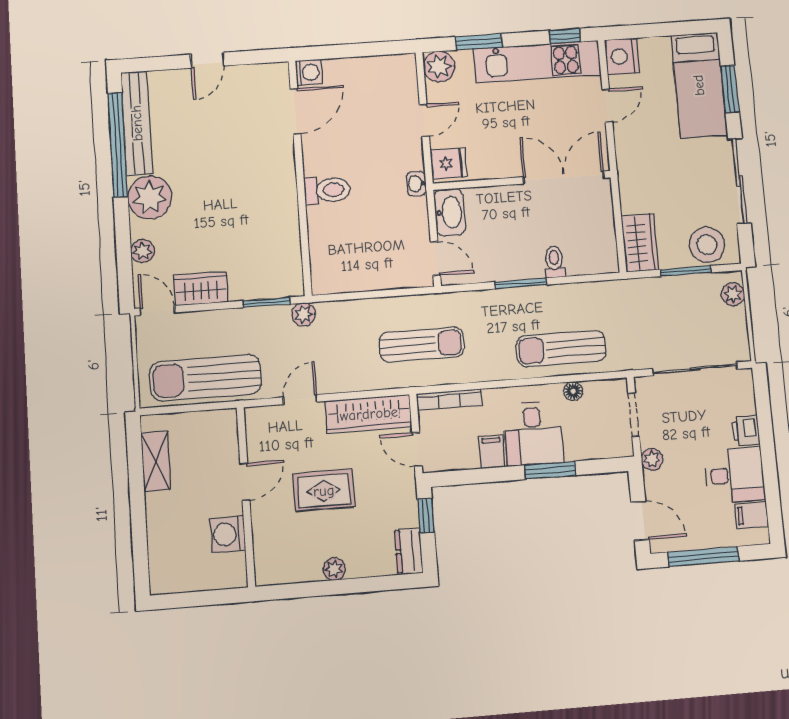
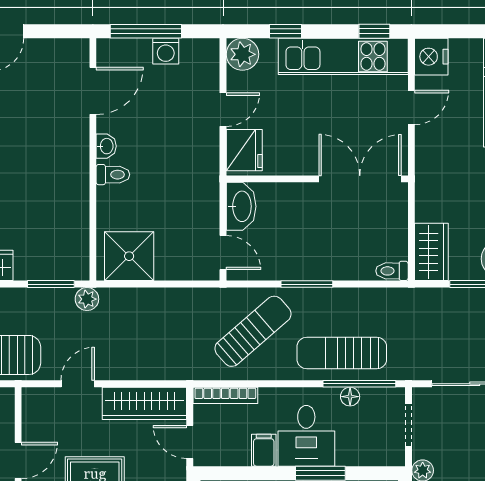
window: (479, 42) -> (285, 31), width x0.67
window: (343, 51) -> (146, 31), added
washing machine: (309, 72) -> (166, 51), moved, turned 90
fridge: (449, 163) -> (244, 150), width x1.38
washbasin: (416, 184) -> (106, 146), moved, turned 180
toilet: (327, 190) -> (113, 175), width x0.73, depth x0.72
toilet: (554, 262) -> (392, 271), moved, turned -90
shower: (343, 269) -> (129, 256), added
sun lounger: (422, 345) -> (253, 331), moved, turned -41
window: (581, 378) -> (359, 384), added

